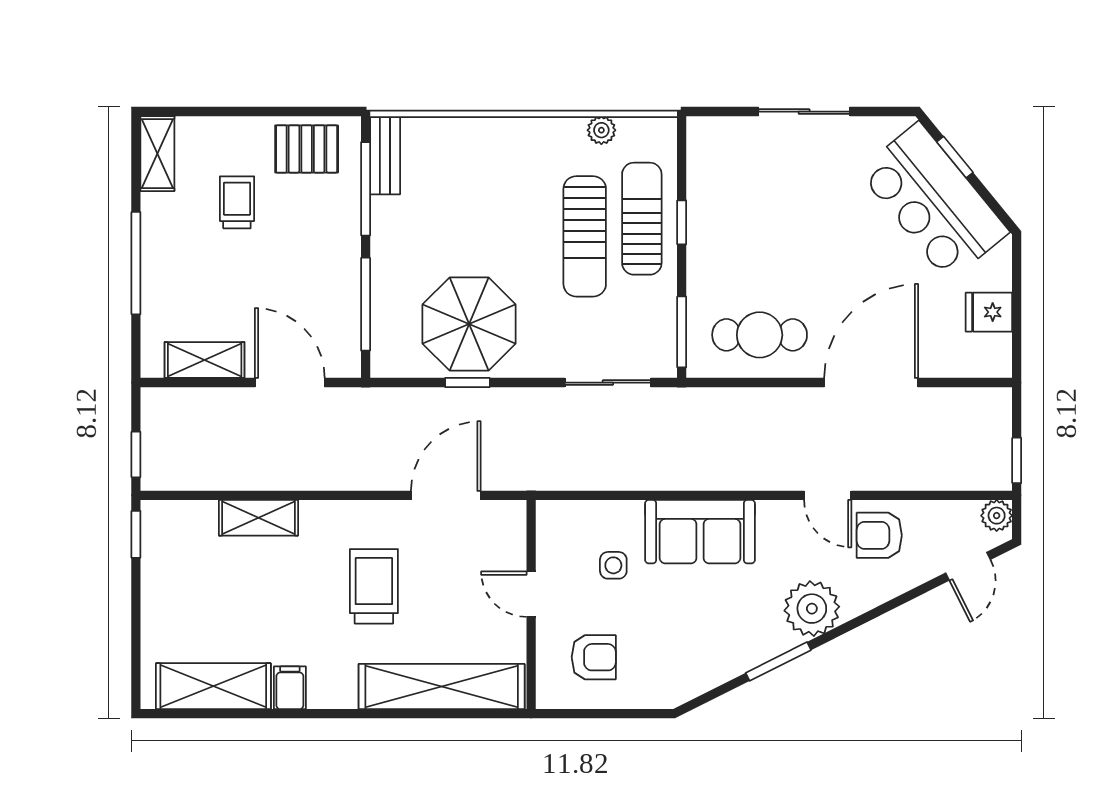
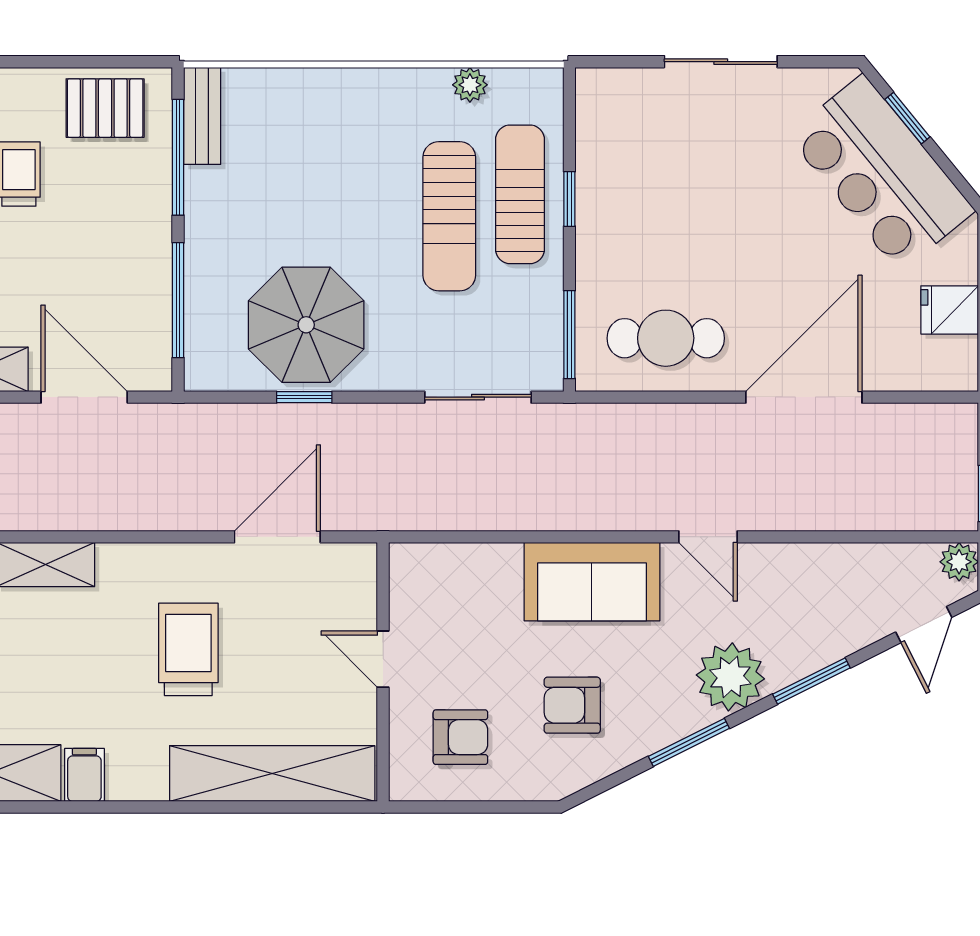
door: (828, 495) -> (708, 537), moved
armchair: (879, 535) -> (572, 705), moved
side table: (613, 565) -> (485, 623), removed
window: (877, 612) -> (811, 681), added

